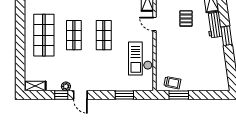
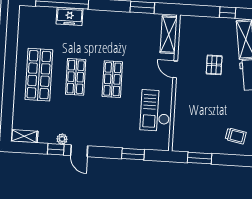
trolley: (172, 83) -> (236, 136), moved

